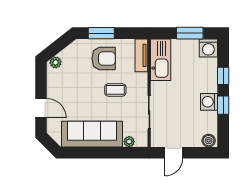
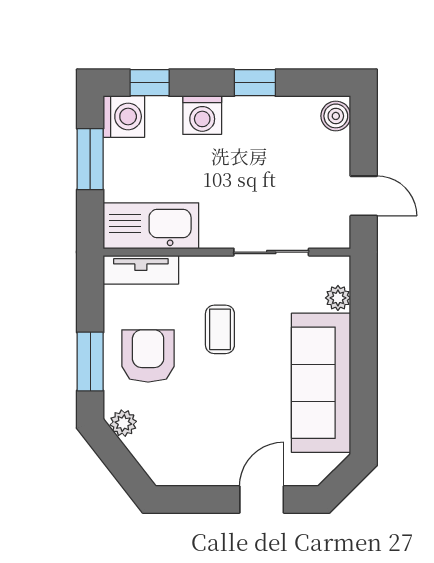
plant: (55, 62) -> (123, 423), moved
window: (223, 76) -> (150, 83), moved
washing machine: (209, 102) -> (202, 115), moved

